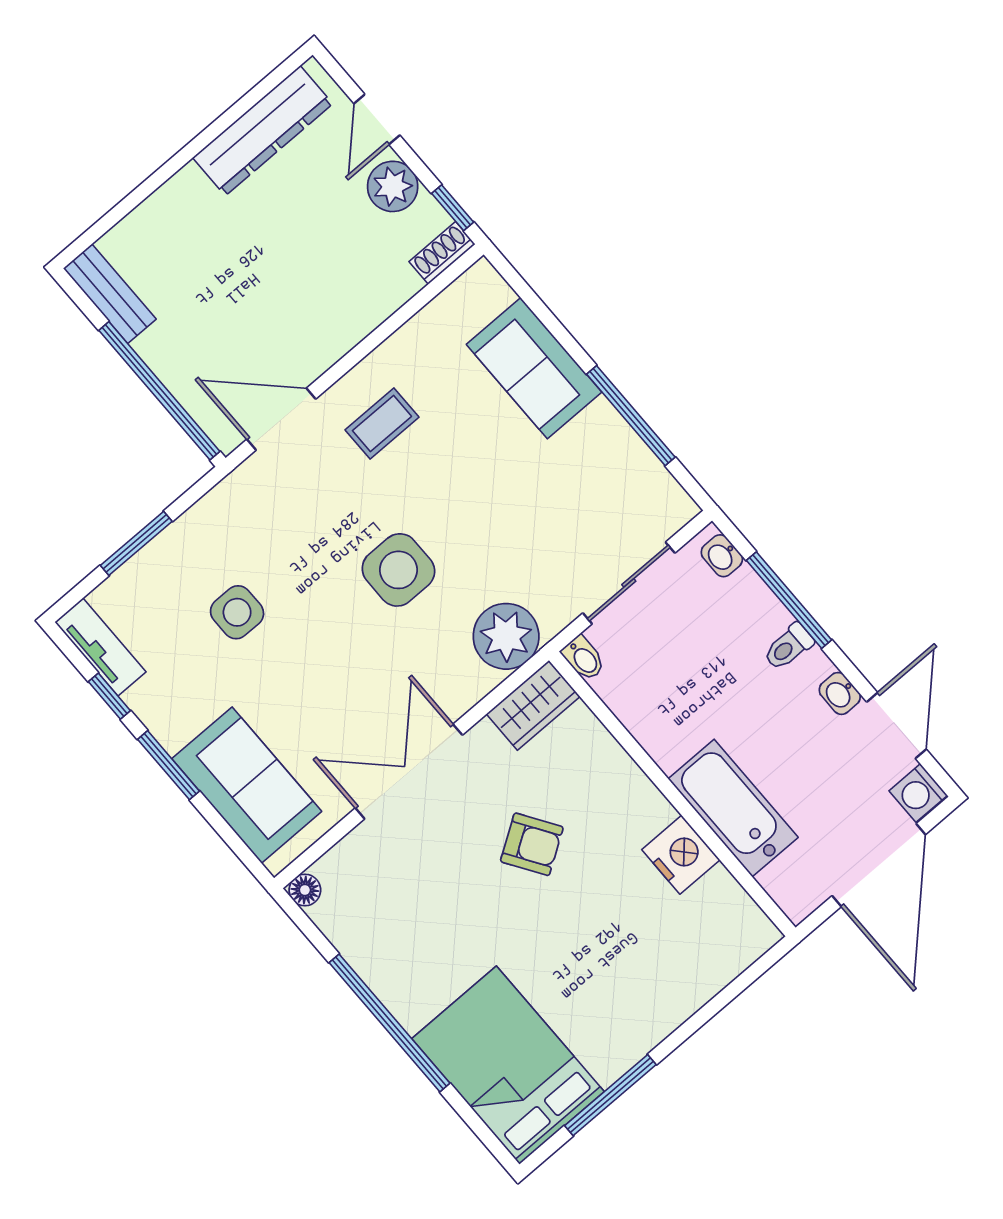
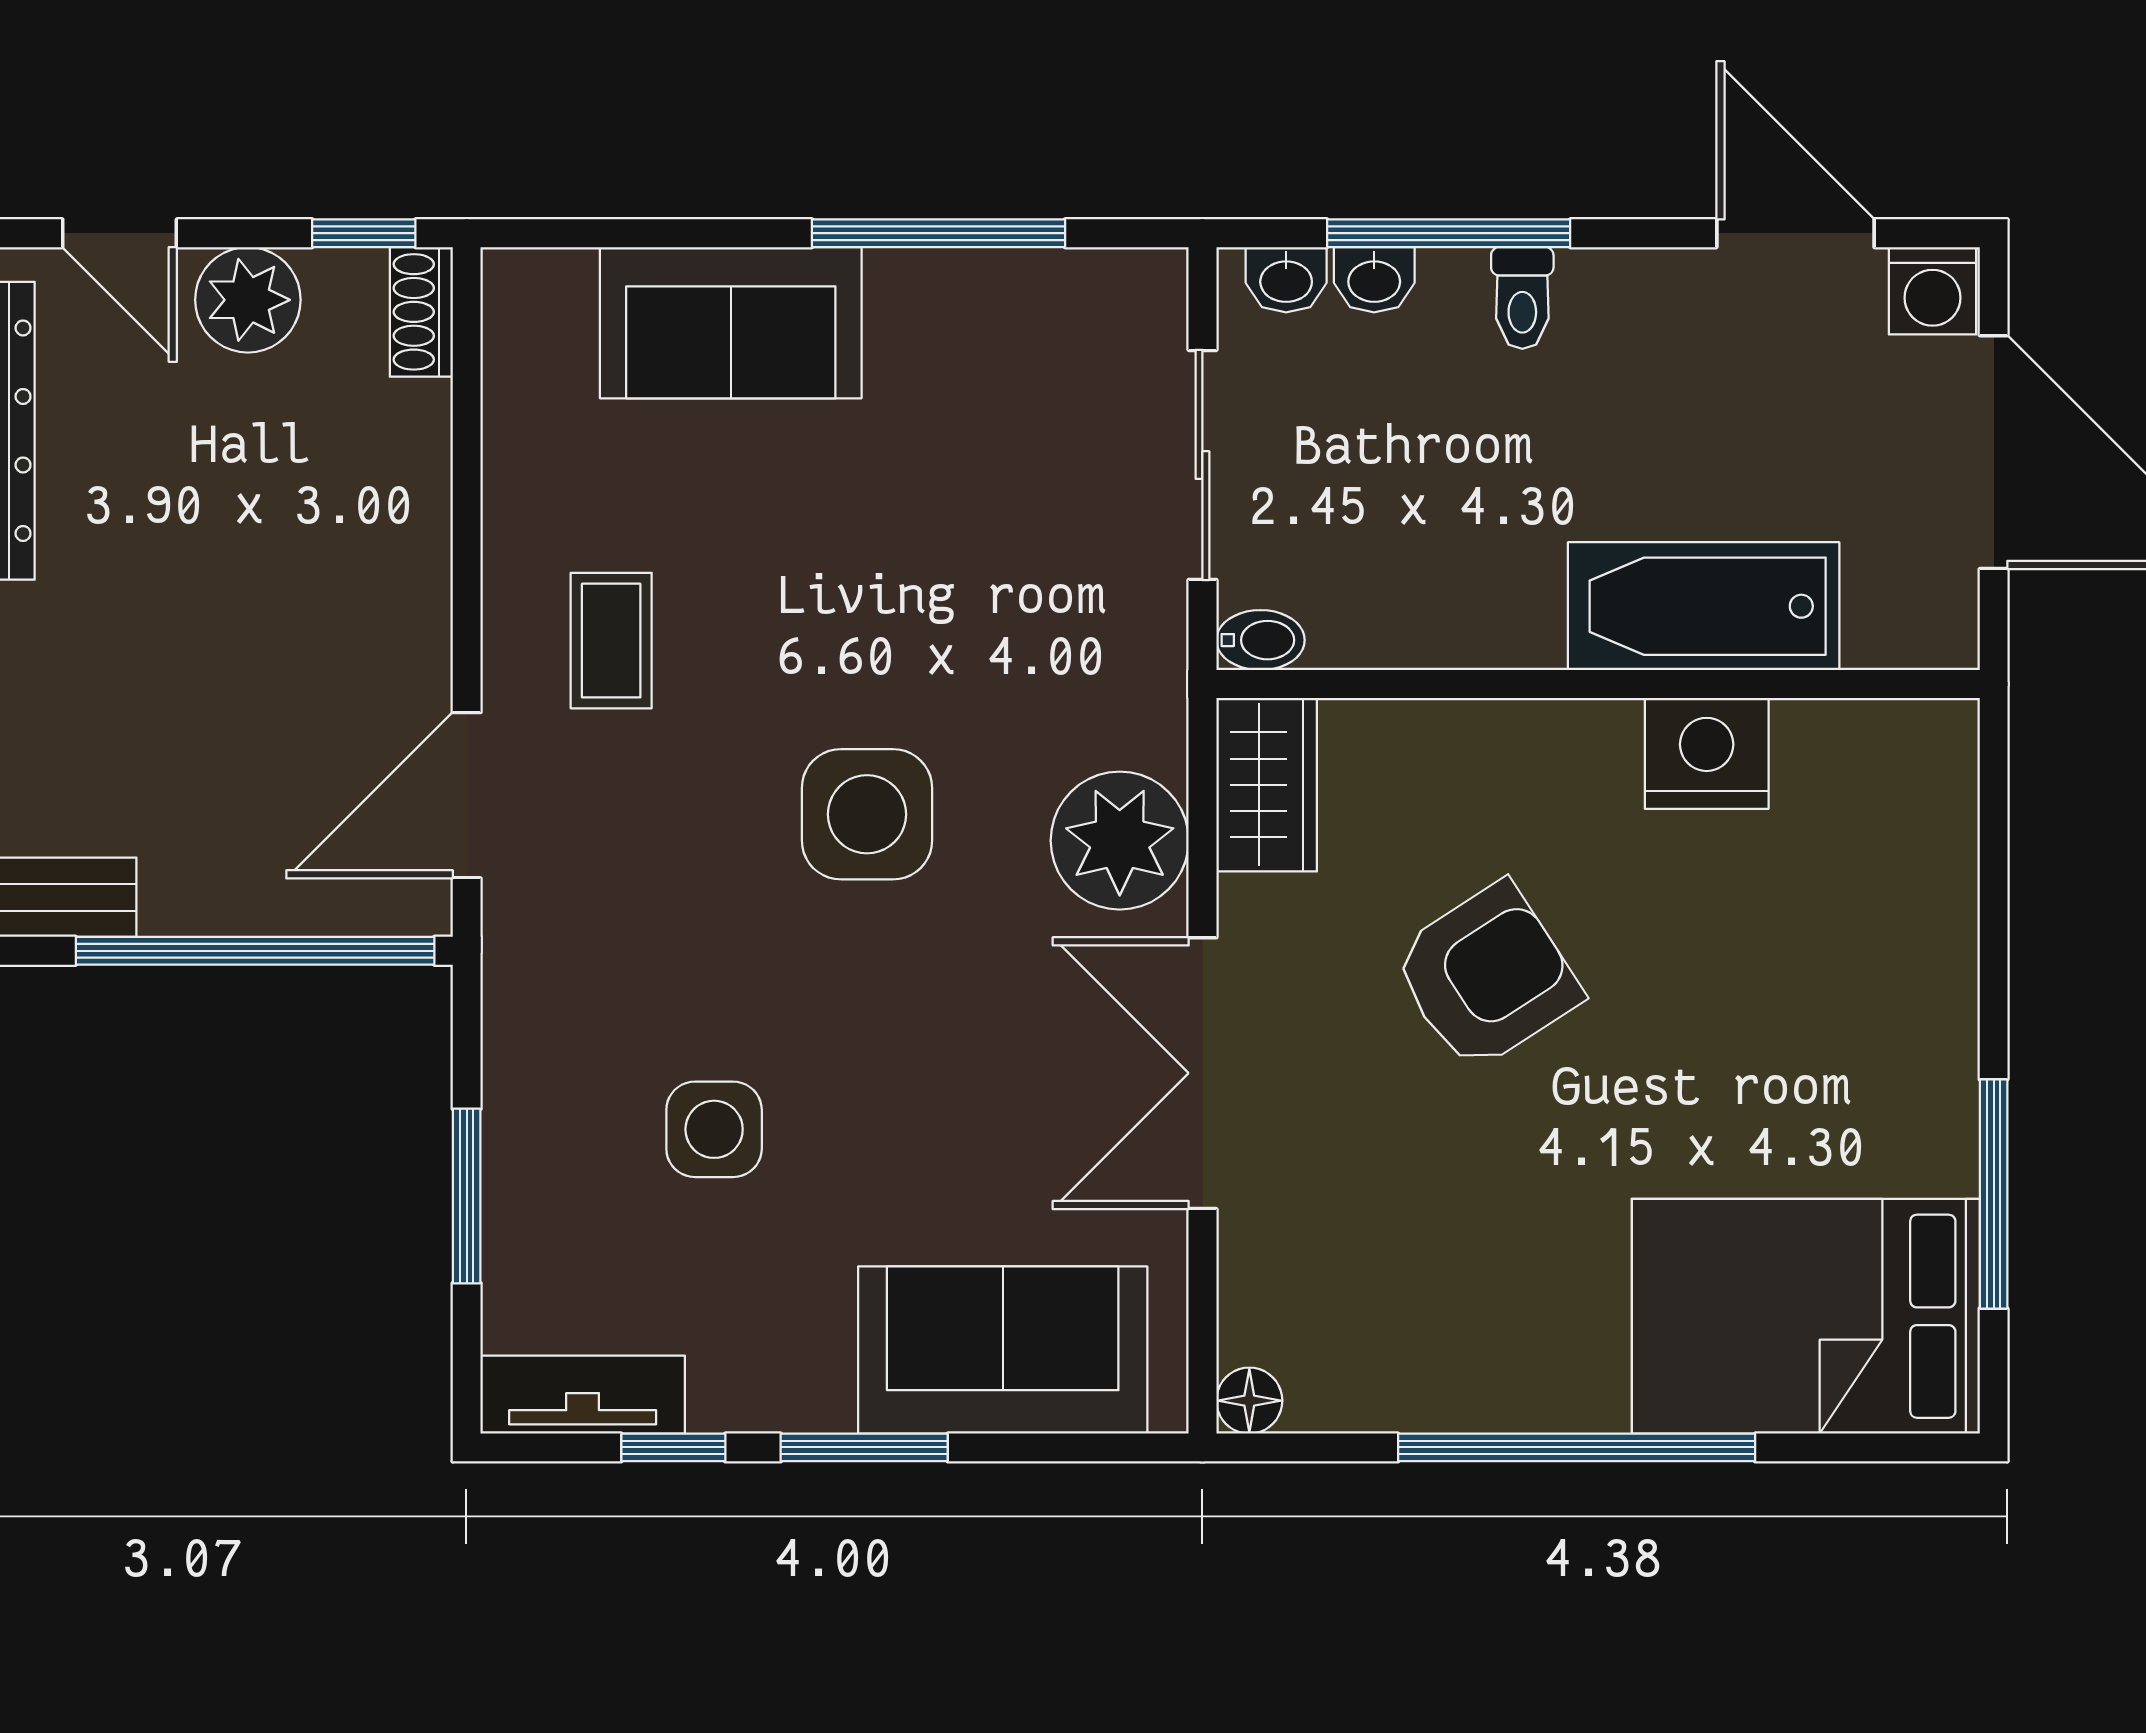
plant: (506, 636) -> (1120, 841), moved
washbasin: (840, 693) -> (1374, 280), moved
armchair: (532, 844) -> (1486, 977), width x1.38, depth x1.38

